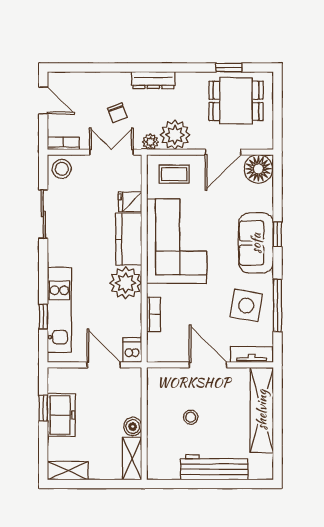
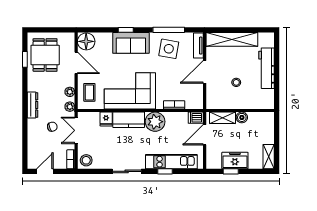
plant: (175, 135) -> (70, 92), width x0.53, depth x0.53
sliding door: (43, 214) -> (127, 171), moved
window: (43, 316) -> (165, 171), moved
shelving: (132, 459) -> (222, 118), moved

